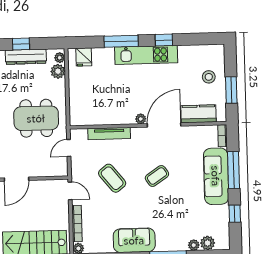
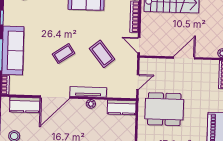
kitchen counter: (86, 117) -> (122, 107), added
plant: (141, 119) -> (91, 104), moved
tv unit: (109, 134) -> (88, 92), moved

